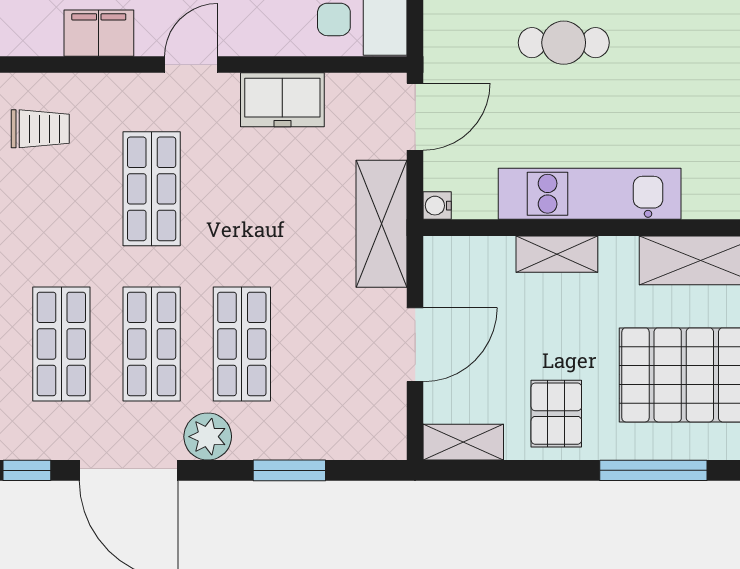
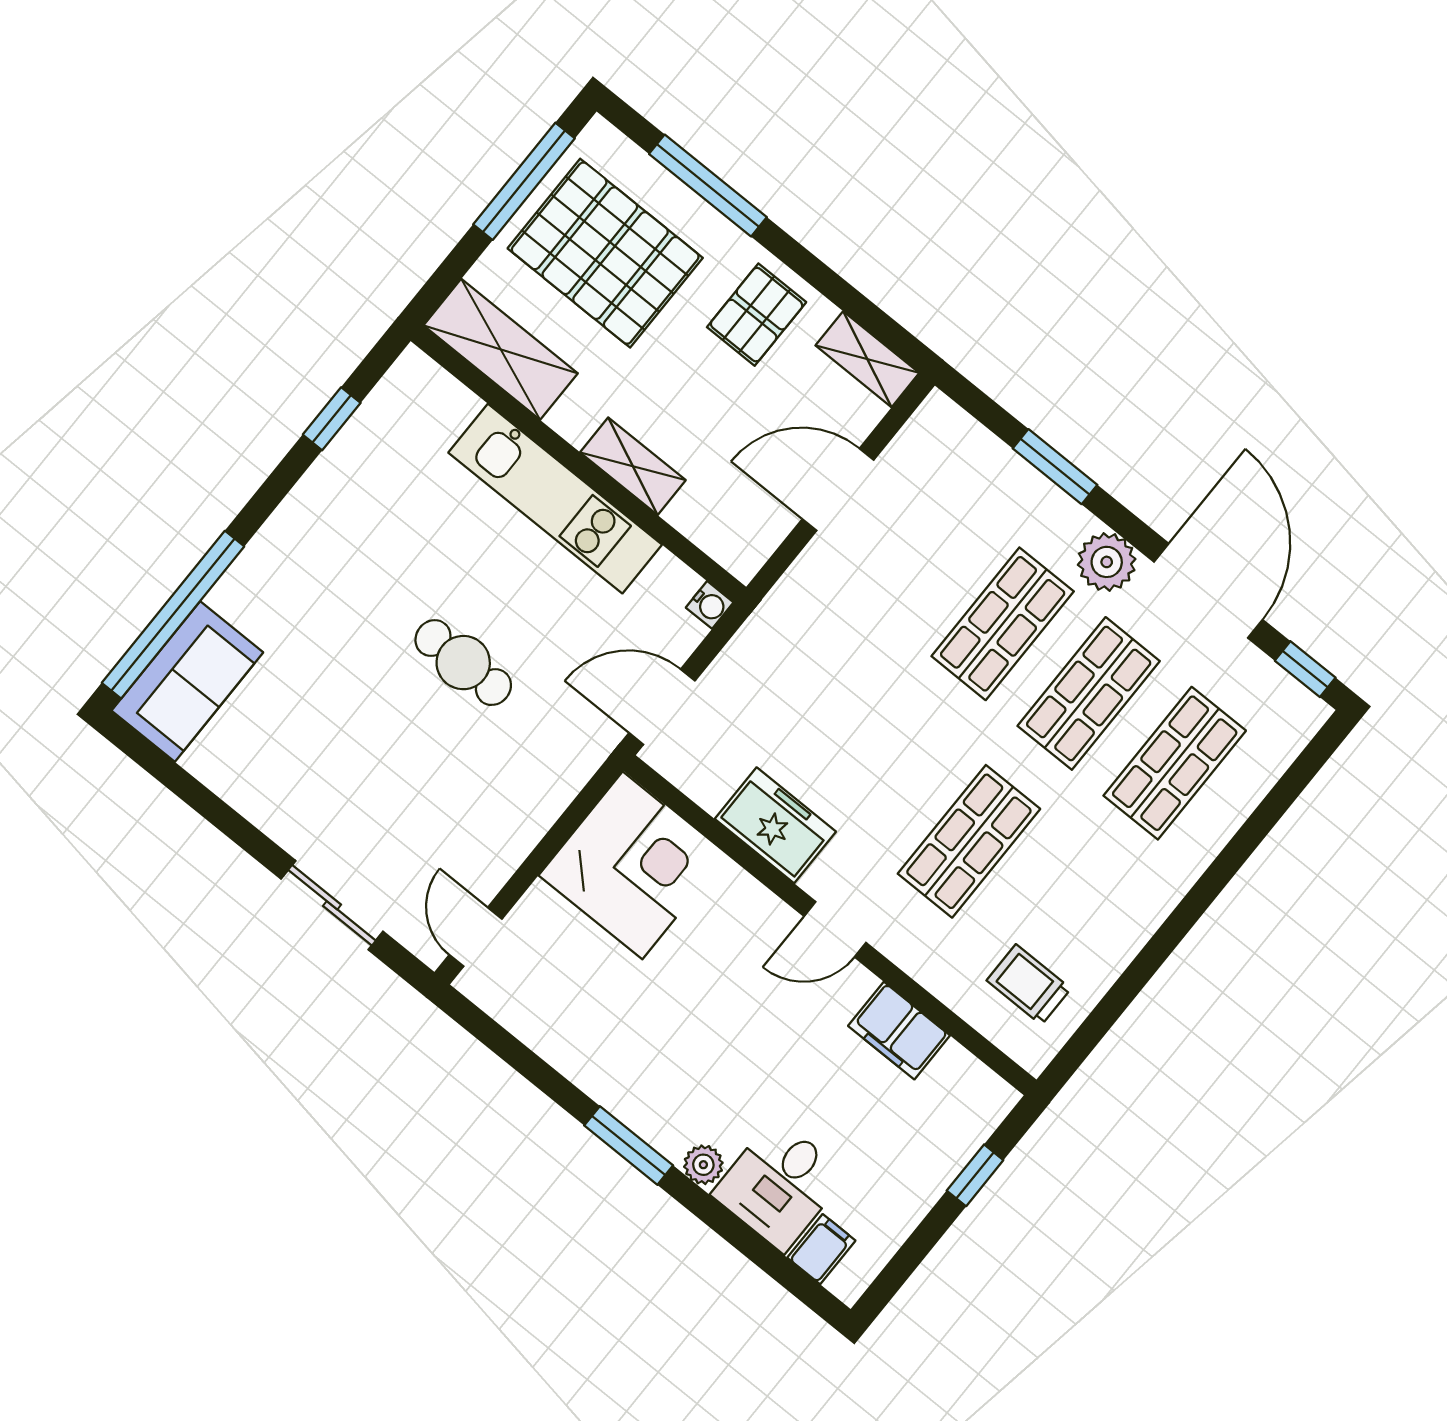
shelving: (381, 224) -> (777, 631), removed

